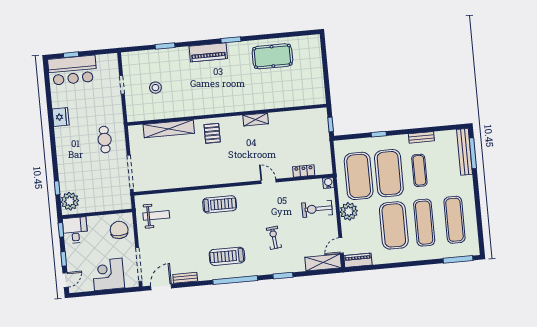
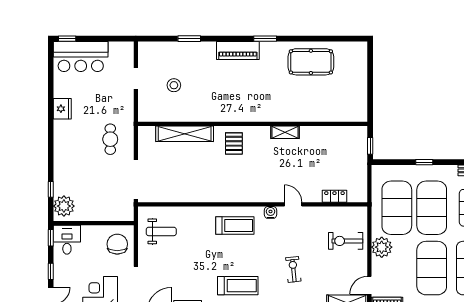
window: (71, 55) -> (67, 39), moved
water cooler: (328, 183) -> (270, 212), moved
treadmill: (227, 256) -> (238, 286), turned 180

